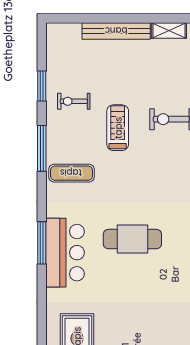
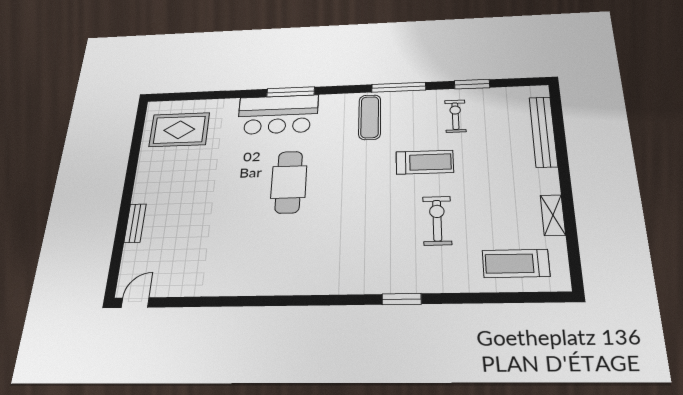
bench: (116, 31) -> (543, 132), moved

